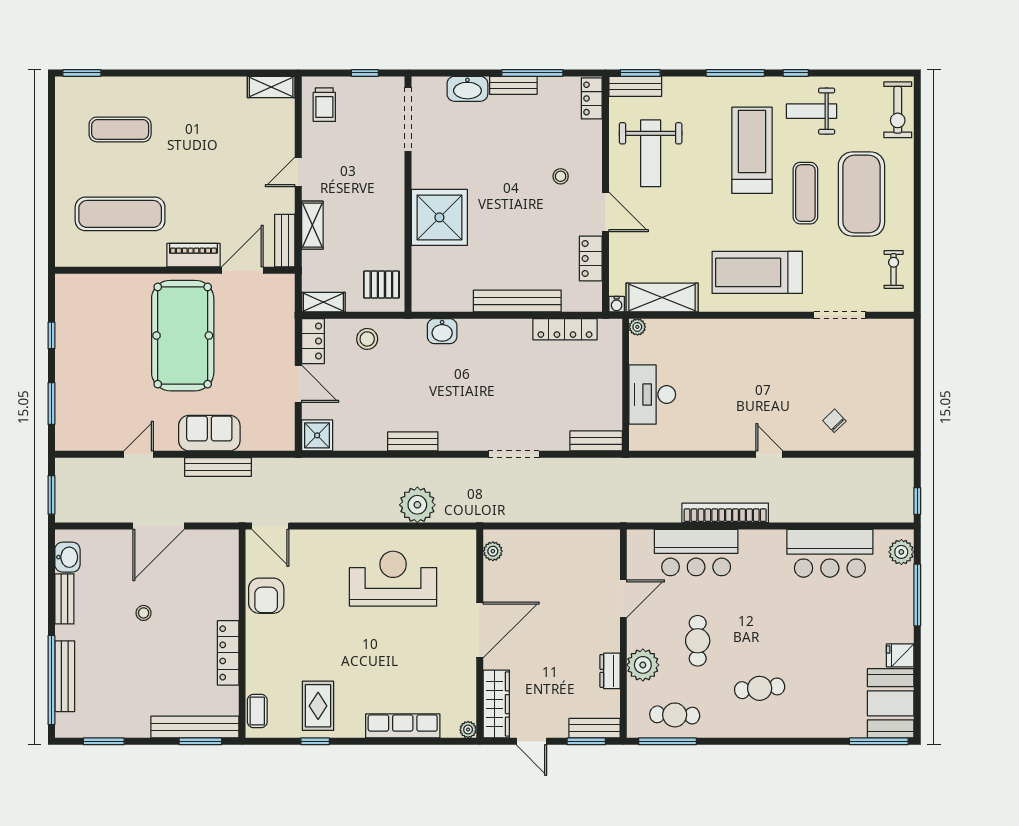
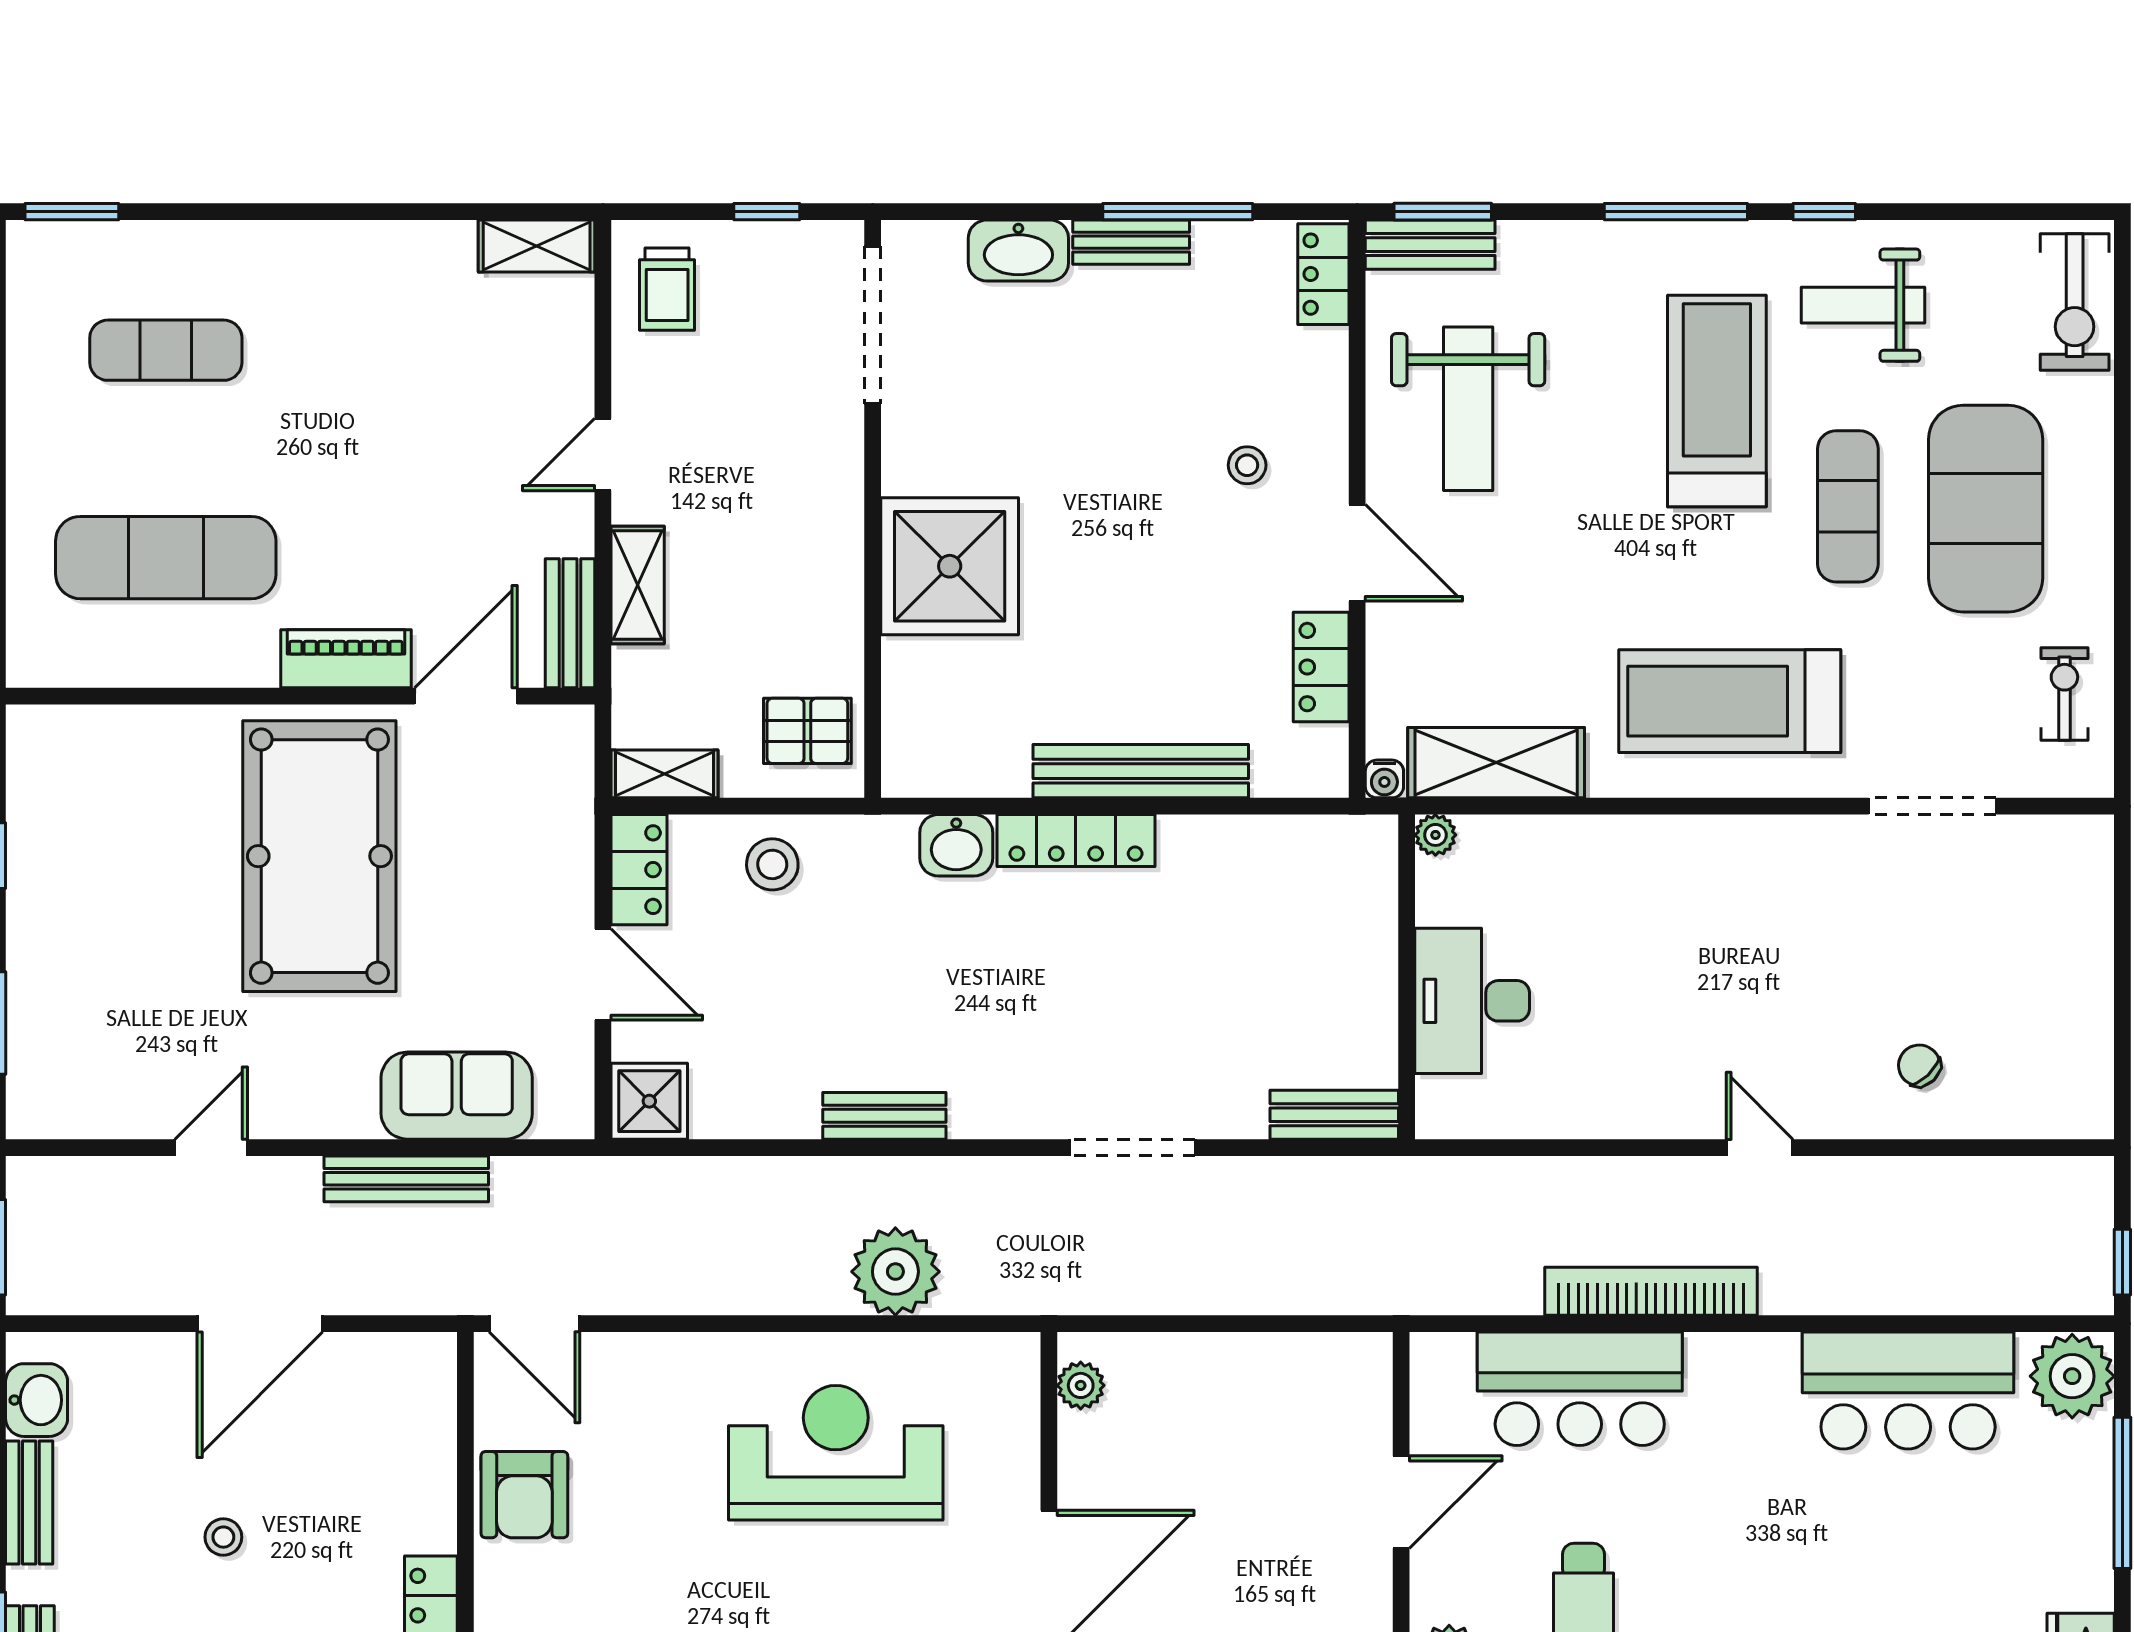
locker: (565, 329) -> (1076, 841), moved
sofa: (209, 433) -> (457, 1096), moved
plant: (901, 552) -> (2072, 1376), width x1.36, depth x1.36

